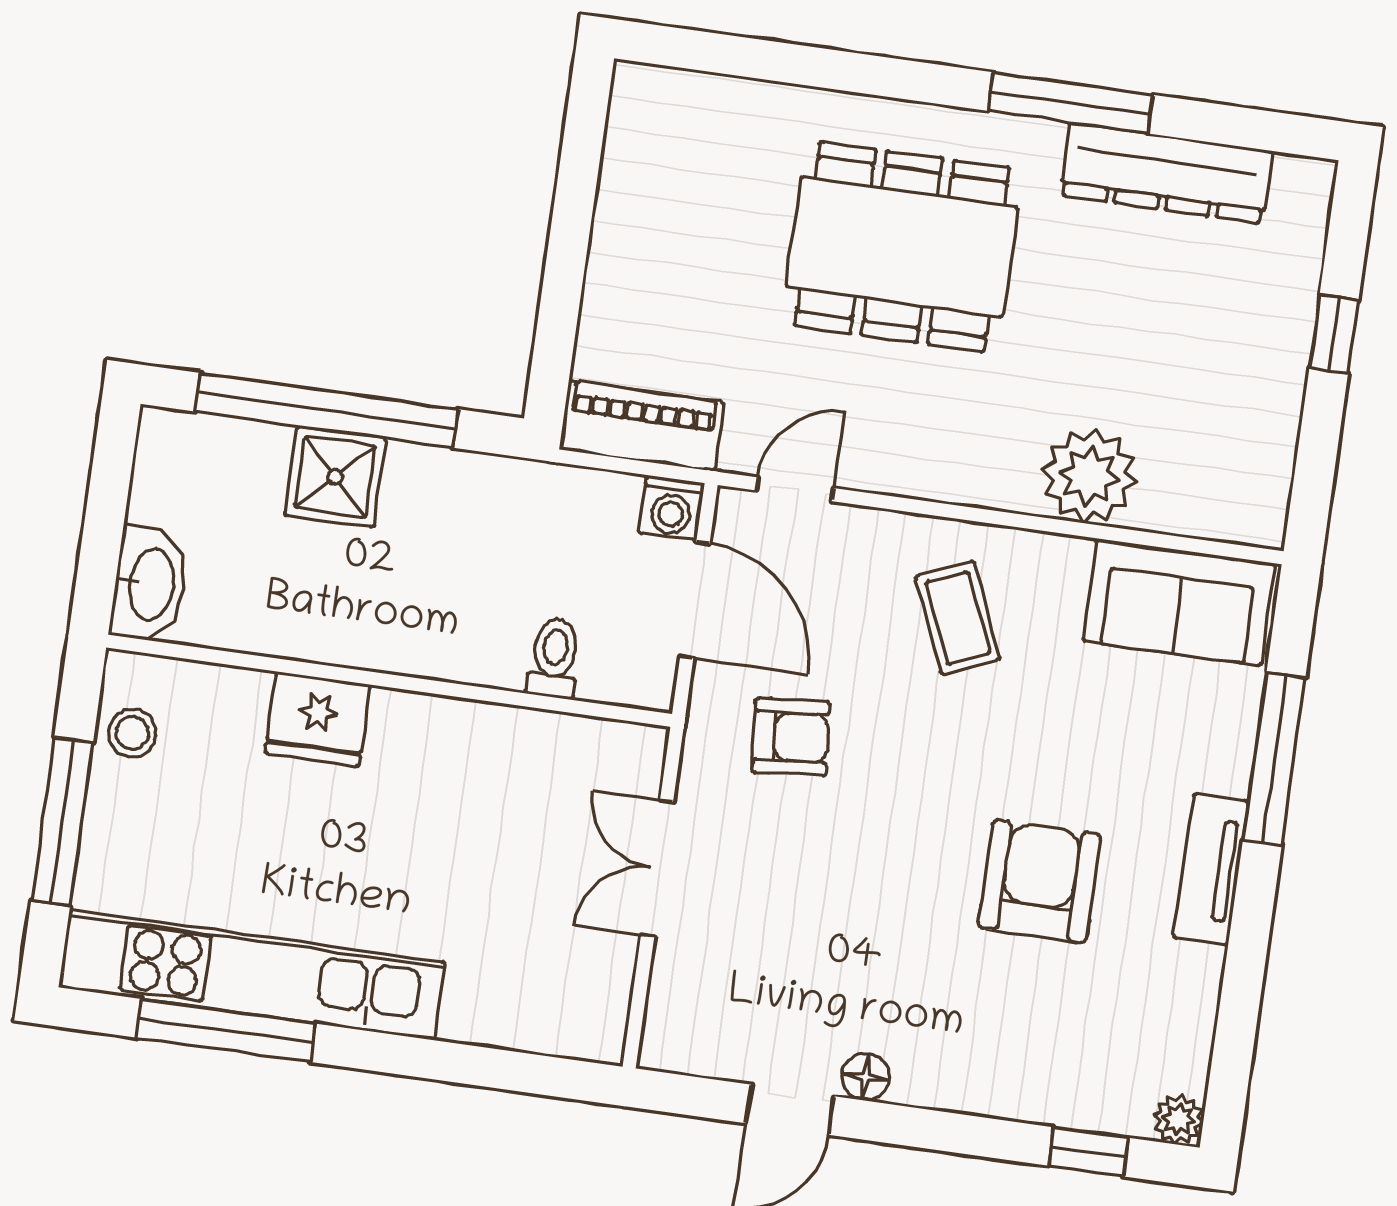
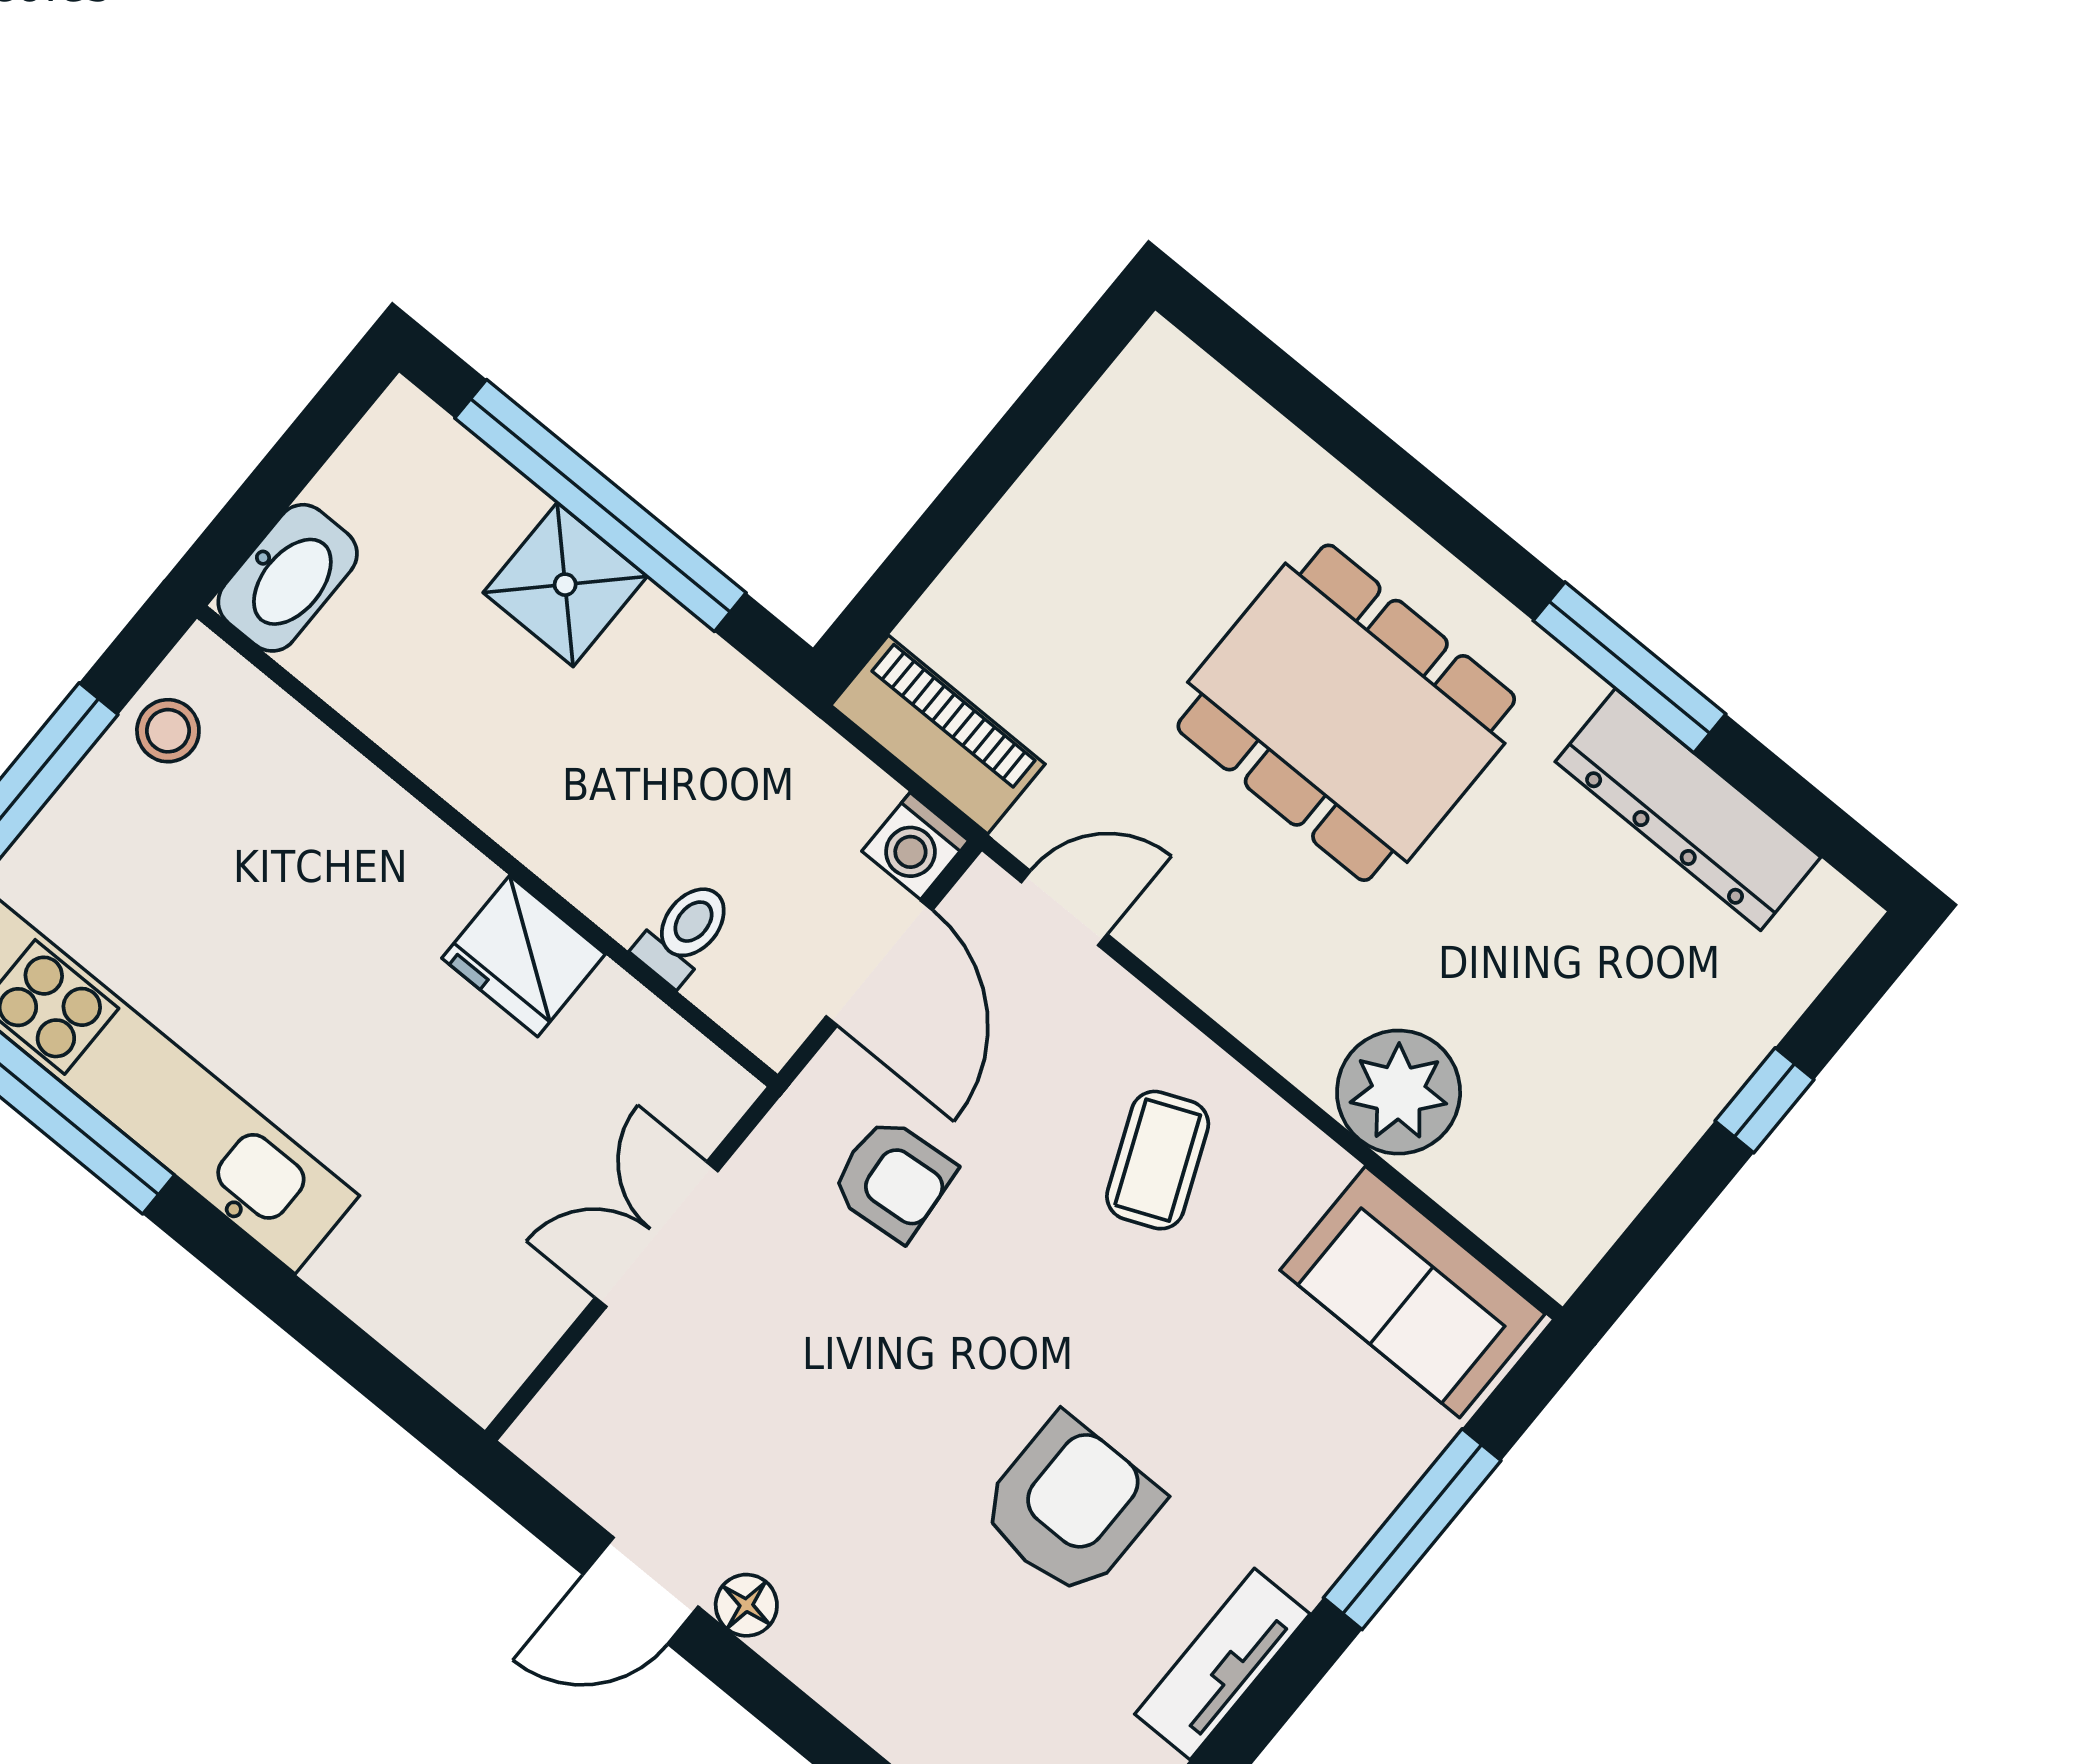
fridge: (318, 719) -> (524, 956), moved
tv unit: (1211, 869) -> (1222, 1664), moved

